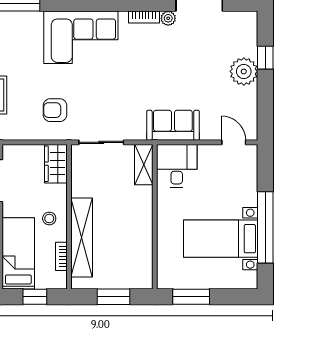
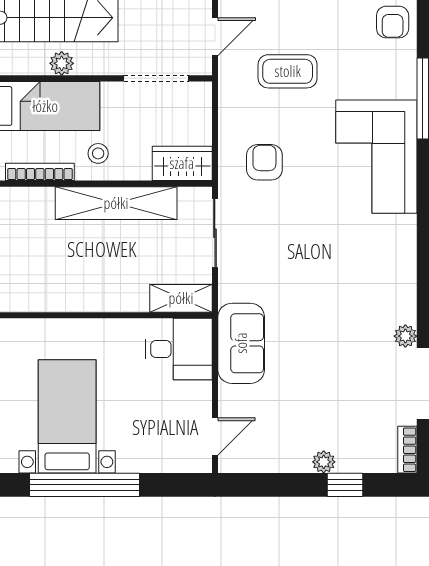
bookcase: (144, 17) -> (407, 450), moved
corner sofa: (81, 37) -> (376, 157), moved
plant: (244, 71) -> (324, 462), width x0.53, depth x0.53
shelving: (82, 238) -> (116, 203), moved
bookcase: (61, 256) -> (40, 172), width x1.56

